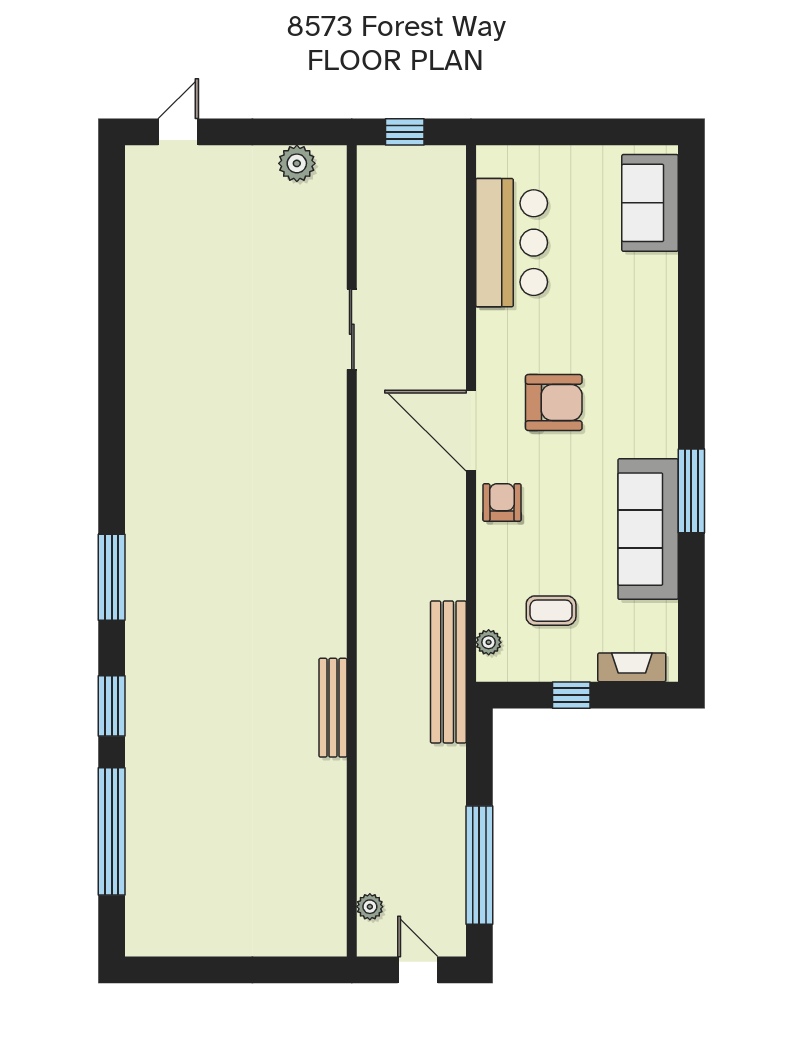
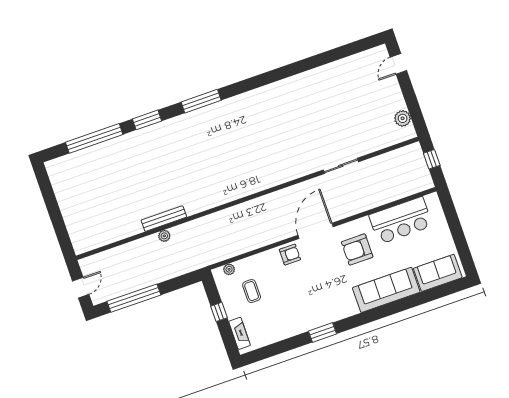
door: (178, 132) -> (398, 64), swing flipped
armchair: (554, 403) -> (357, 249), moved, turned 90
window: (691, 491) -> (322, 333), width x0.69
sofa: (648, 529) -> (386, 290), moved
bench: (448, 672) -> (211, 257), removed
bench: (333, 708) -> (164, 219), moved
plant: (370, 907) -> (164, 236), moved

